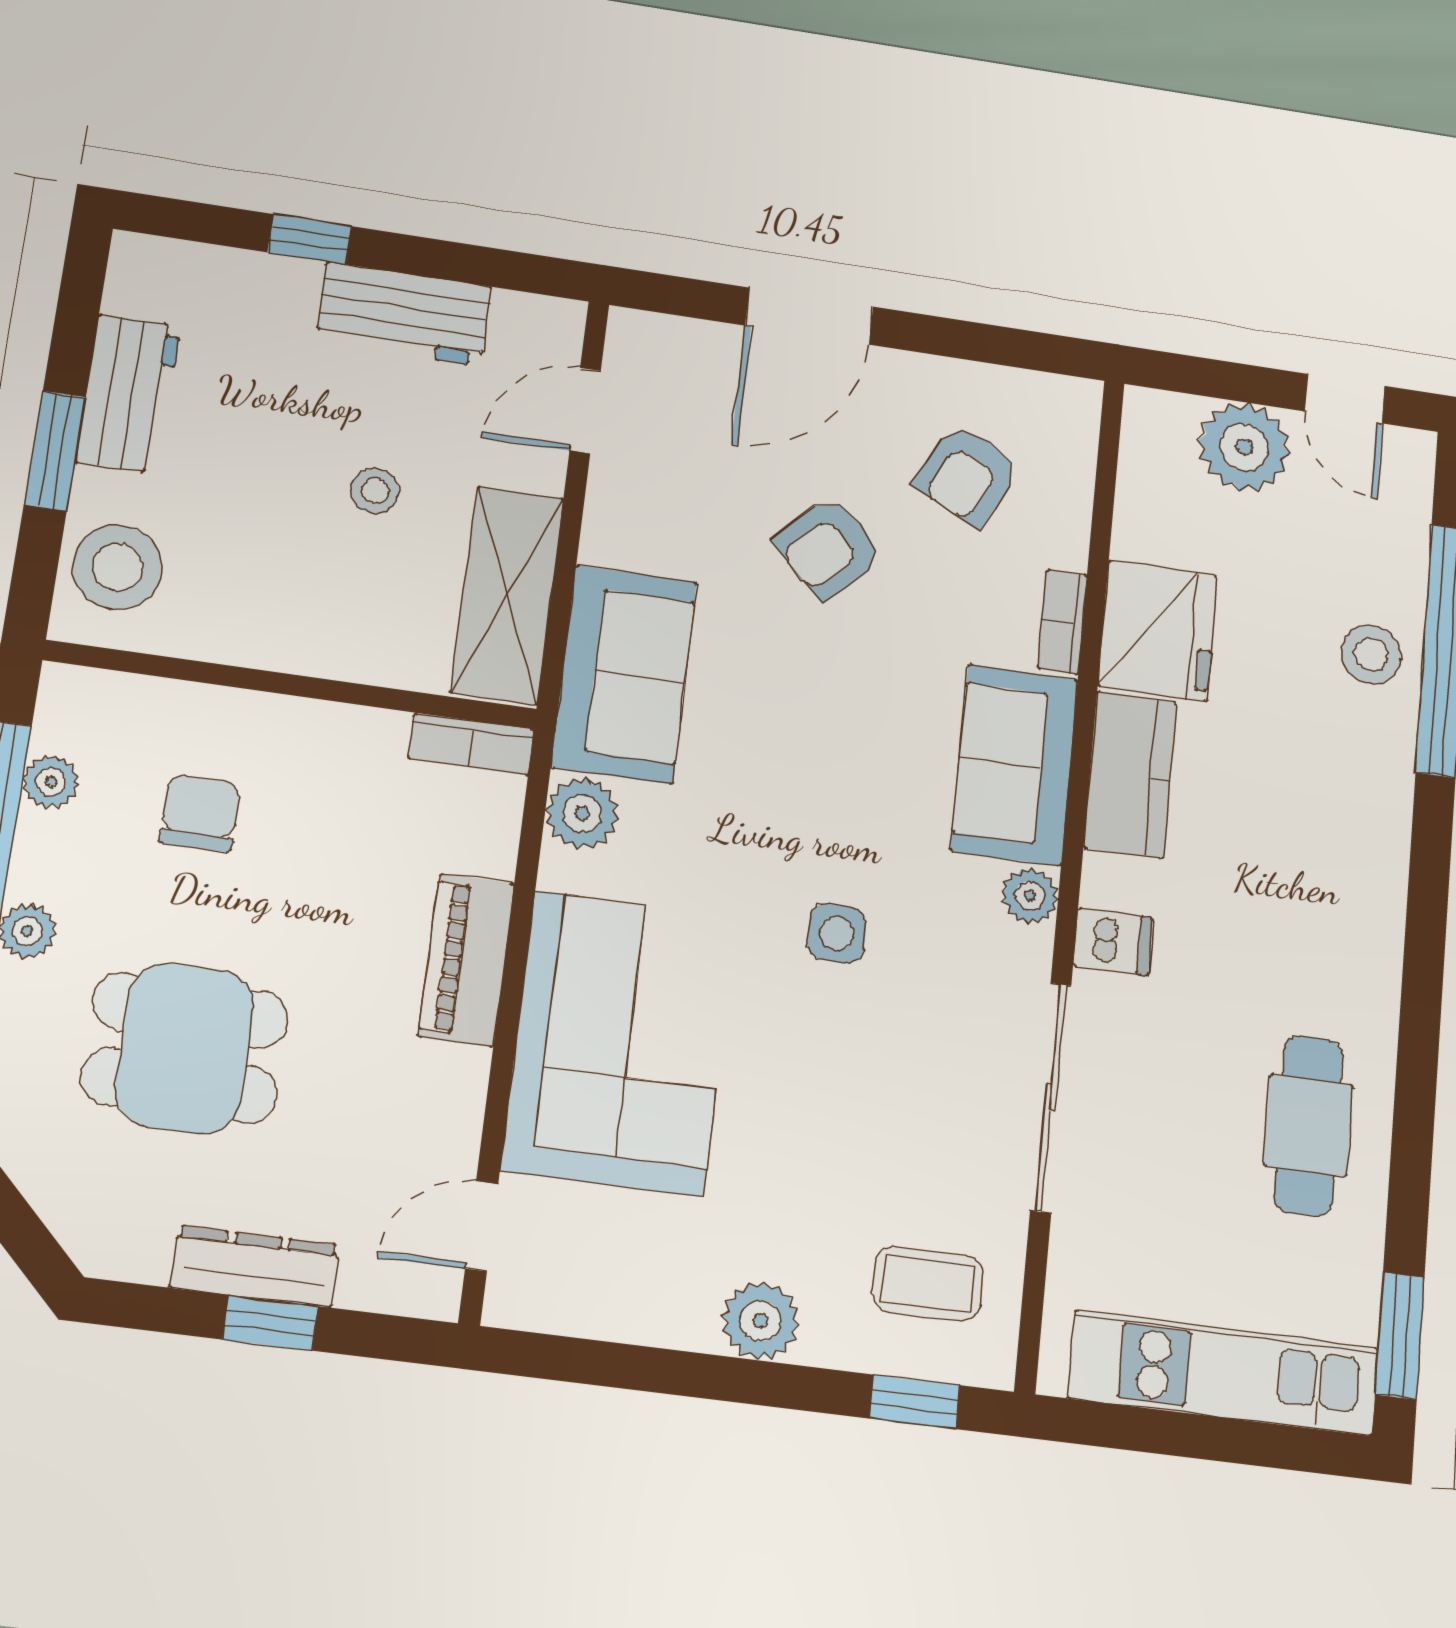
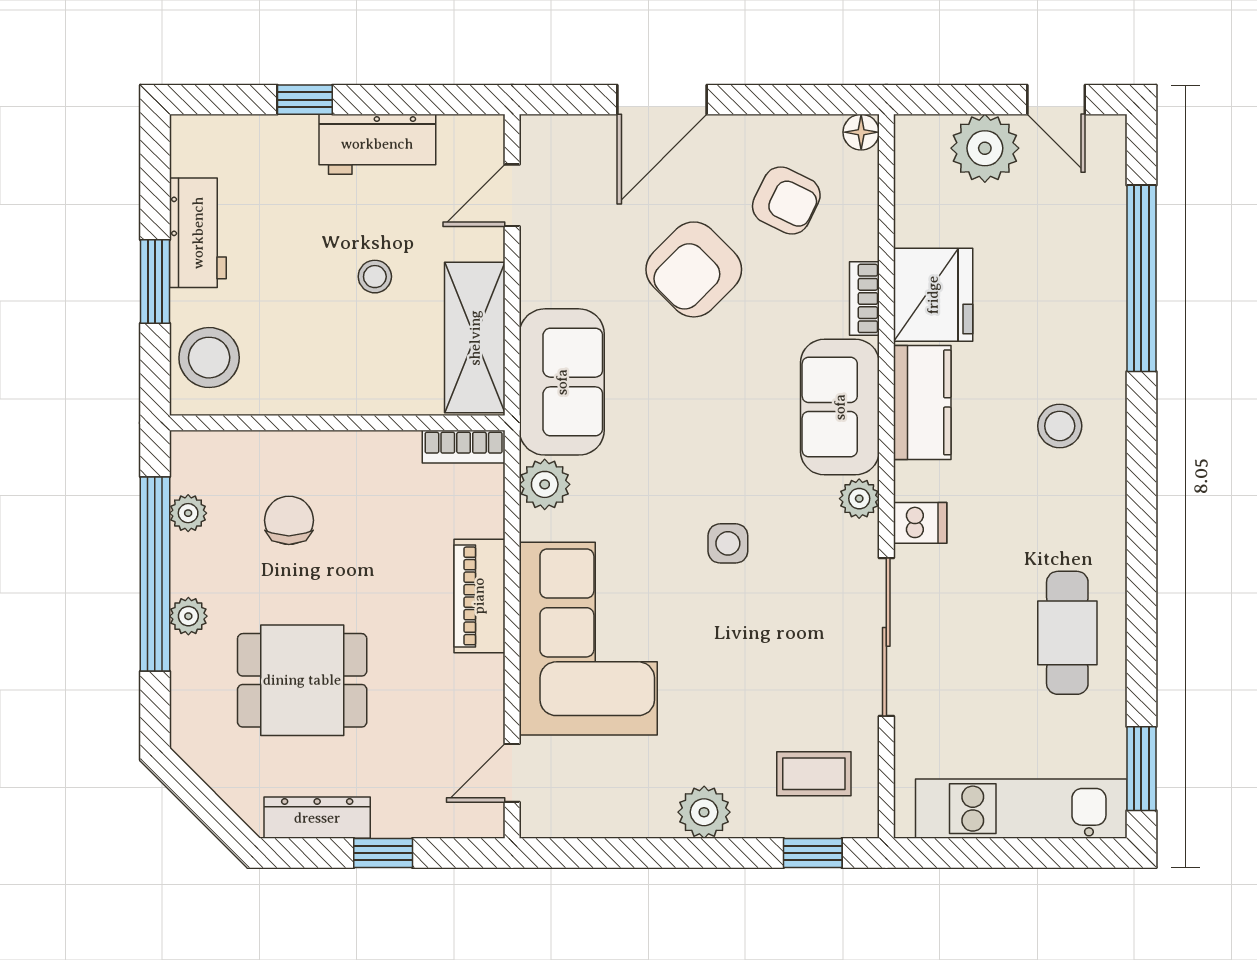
floor lamp: (1078, 400) -> (861, 132), added
armchair: (967, 475) -> (786, 201), turned -91
armchair: (829, 548) -> (694, 269), width x1.38, depth x1.38
stool: (1371, 654) -> (1060, 426), moved
dresser: (255, 1266) -> (317, 818), moved

